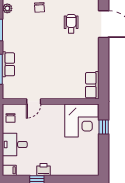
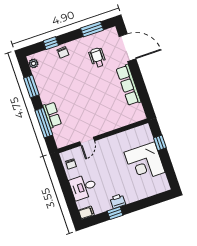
row of seats: (92, 85) -> (129, 85), moved, width x1.48
corner desk: (81, 120) -> (144, 162), moved, turned 90

